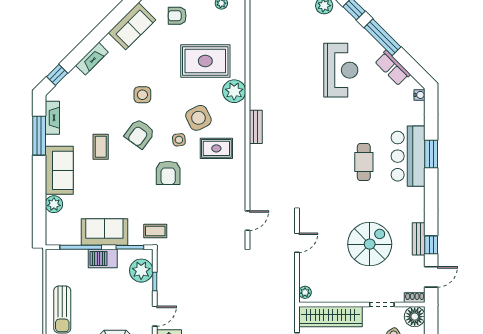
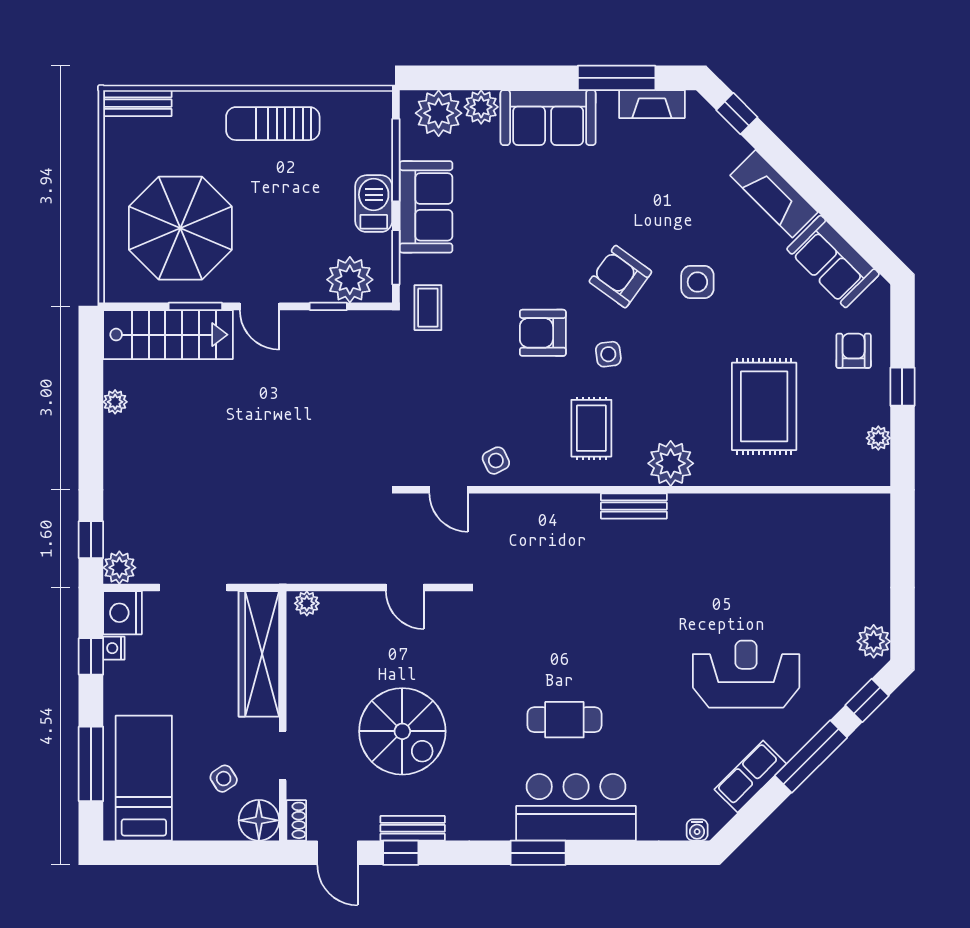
fireplace: (92, 59) -> (774, 194), width x1.37, depth x1.32
reception desk: (341, 70) -> (746, 674), turned 180
plant: (234, 91) -> (671, 463), moved
side table: (198, 118) -> (496, 461), moved, width x0.54, depth x0.54
coffee table: (101, 147) -> (595, 200), removed
window: (431, 154) -> (538, 853), moved
plant: (57, 226) -> (439, 113), added

